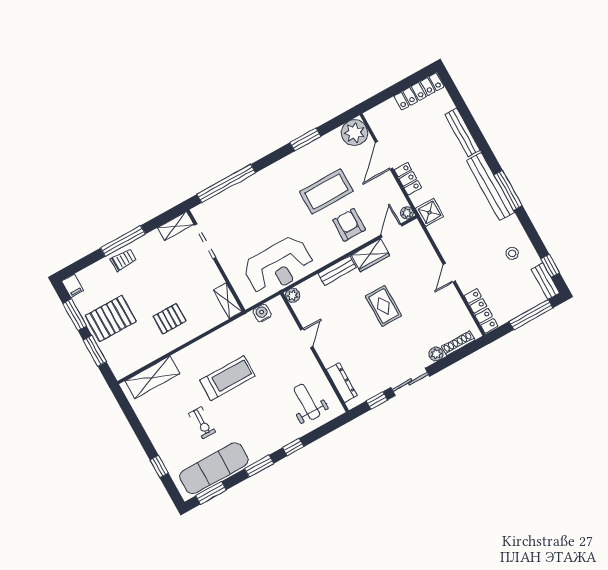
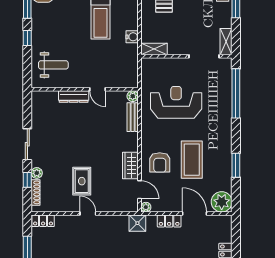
armchair: (349, 225) -> (160, 162), turned 90
reception desk: (278, 266) -> (176, 102), moved, turned 90
bench: (337, 271) -> (133, 117), moved
rug: (383, 306) -> (82, 181), moved, turned 90
locker: (481, 311) -> (43, 221), width x0.66
water cooler: (262, 313) -> (132, 37), moved
dresser: (342, 383) -> (74, 97), moved
window: (377, 400) -> (27, 180), moved

